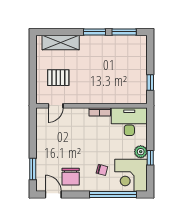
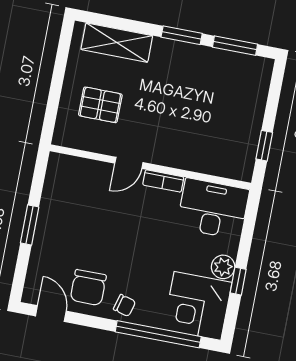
door: (56, 106) -> (129, 163), moved
window: (33, 169) -> (30, 225), moved
chair: (102, 170) -> (124, 305), moved

